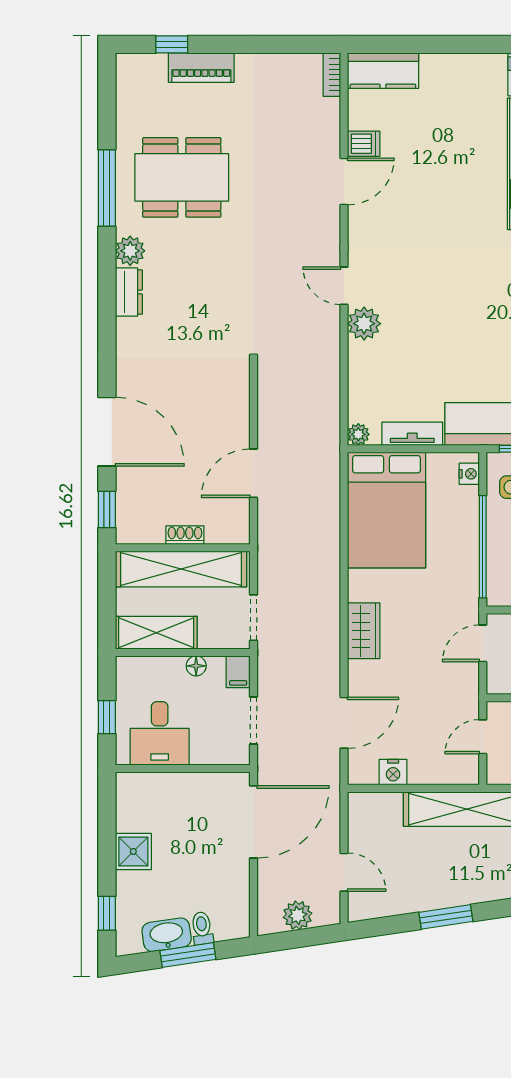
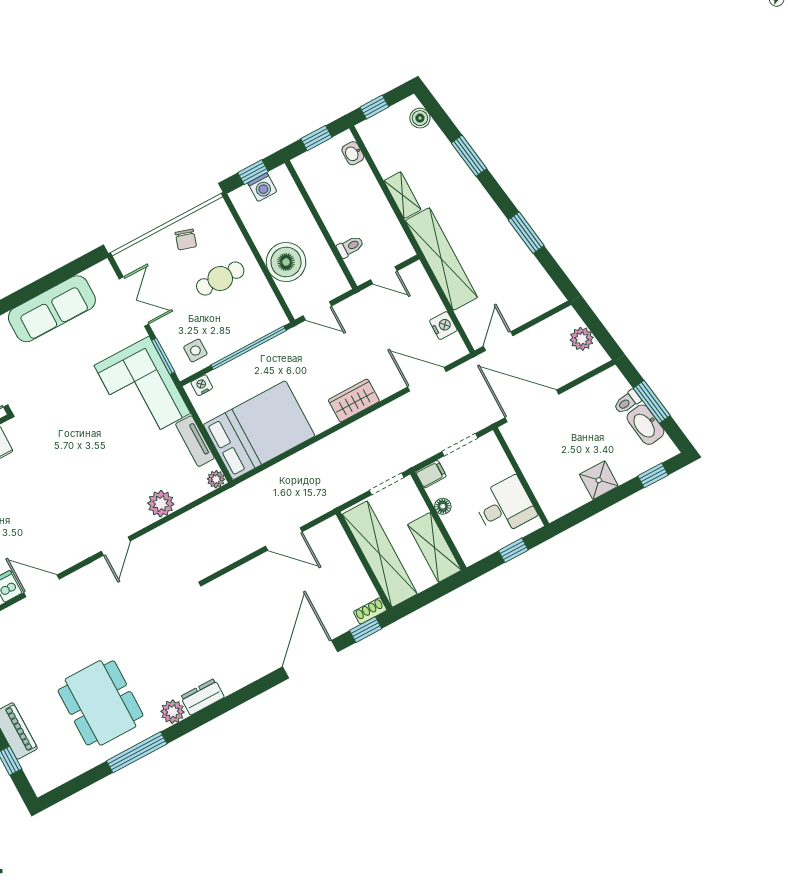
plant: (364, 324) -> (161, 504), moved
shoe rack: (185, 535) -> (370, 611), moved, turned 90
door: (344, 872) -> (498, 341), moved

